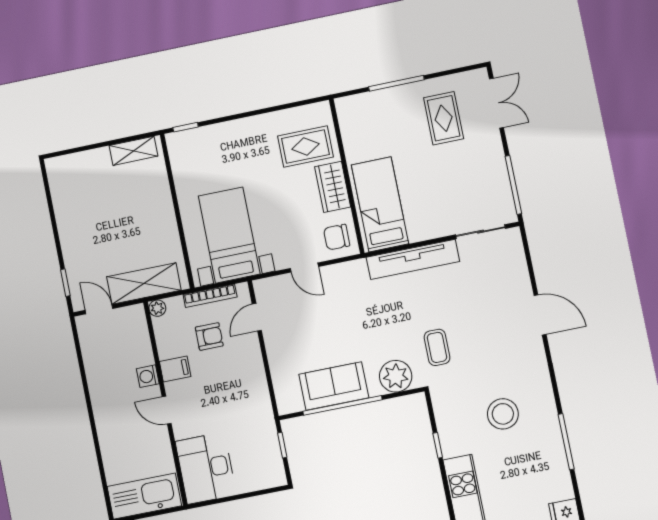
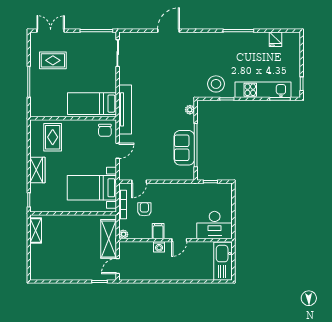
wardrobe: (333, 187) -> (37, 170), moved, turned -90
tv unit: (413, 259) -> (125, 109), moved
door: (257, 317) -> (139, 182), hinge flipped
coffee table: (437, 347) -> (175, 89), removed
plant: (396, 376) -> (190, 110), width x0.53, depth x0.53
stool: (503, 414) -> (216, 84), moved

